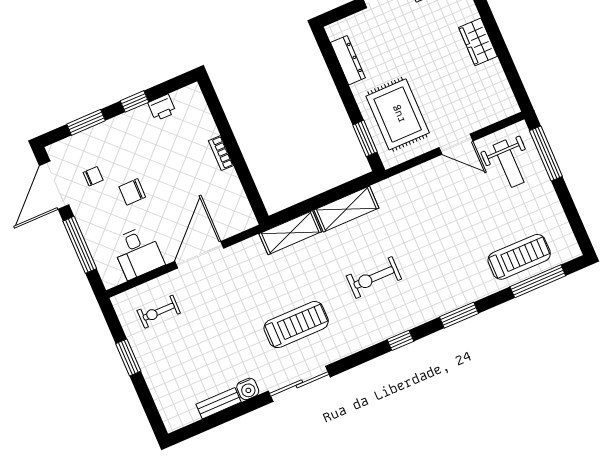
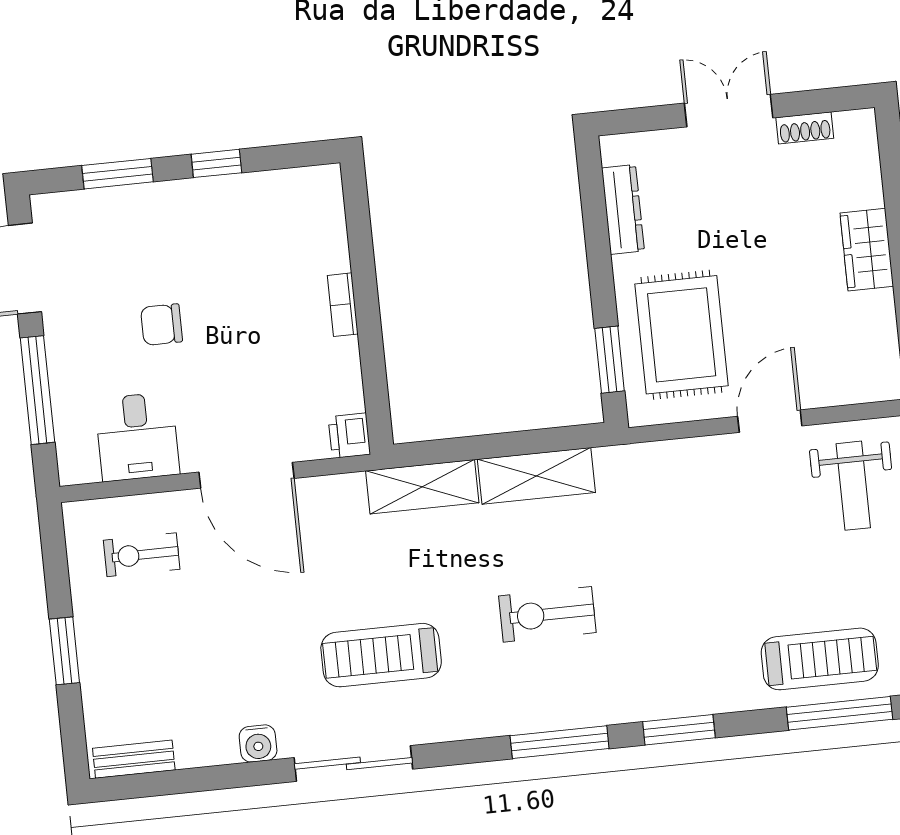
printer: (162, 107) -> (349, 436), moved, turned 90
door: (456, 144) -> (770, 421), swing flipped
chair: (93, 176) -> (100, 274), removed
door: (199, 255) -> (246, 475), swing flipped
treadmill: (296, 325) -> (381, 655), turned 180
window: (400, 340) -> (560, 742), width x2.17
window: (128, 357) -> (64, 651), moved
bench: (219, 403) -> (134, 759), moved

